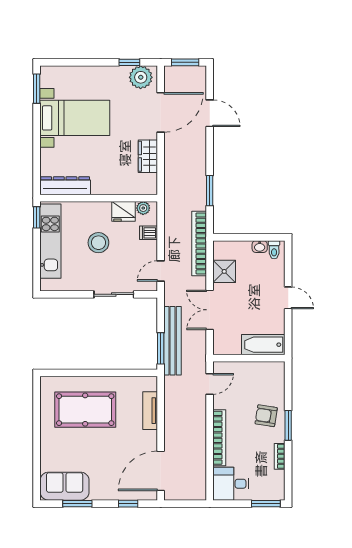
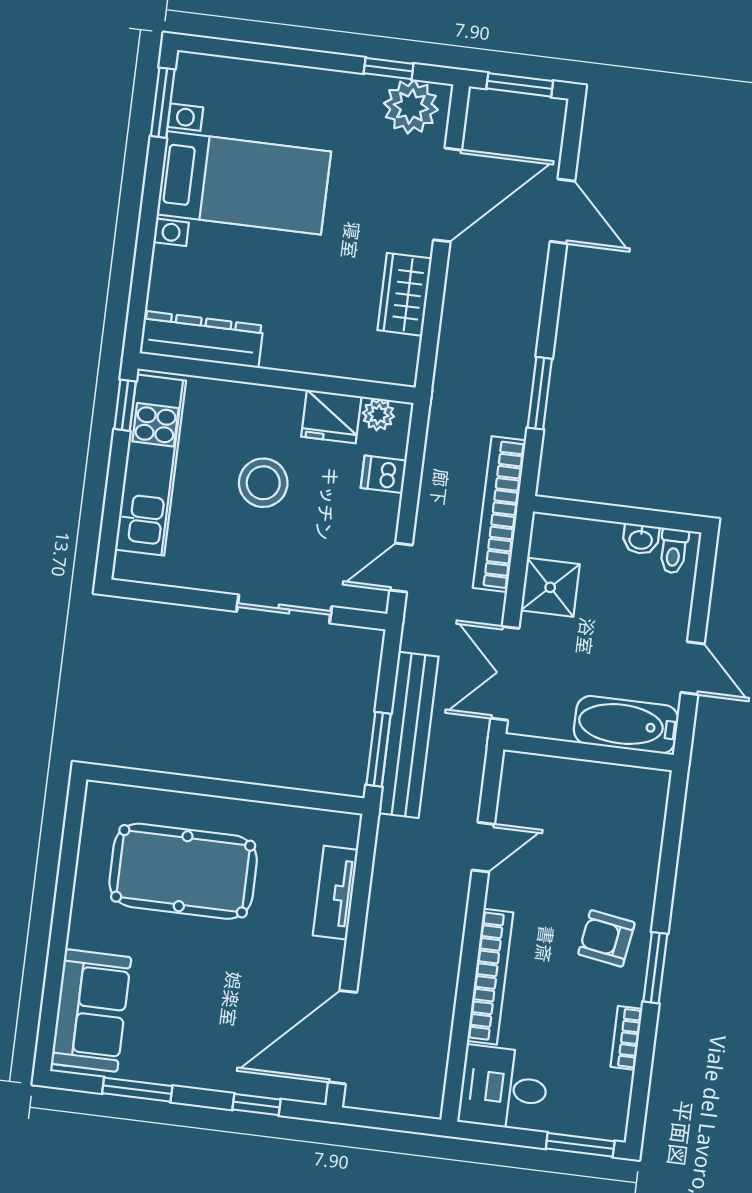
bathtub: (263, 345) -> (626, 725), moved
wall: (249, 358) -> (589, 752), moved
sofa: (65, 486) -> (91, 1011), moved, turned 90

